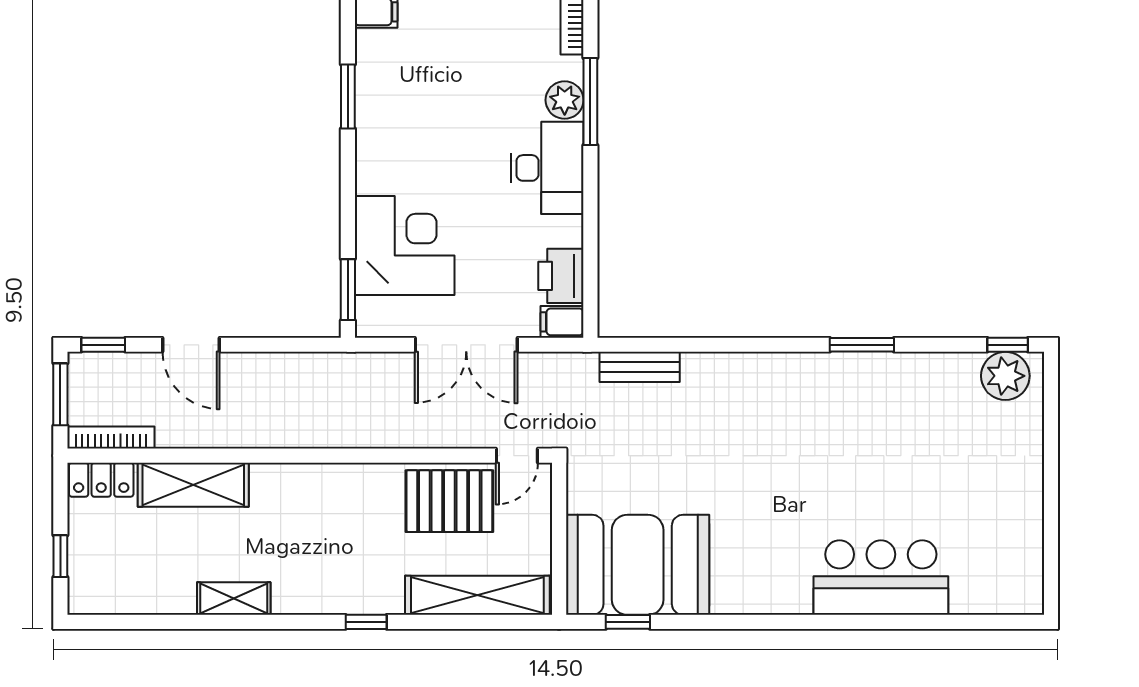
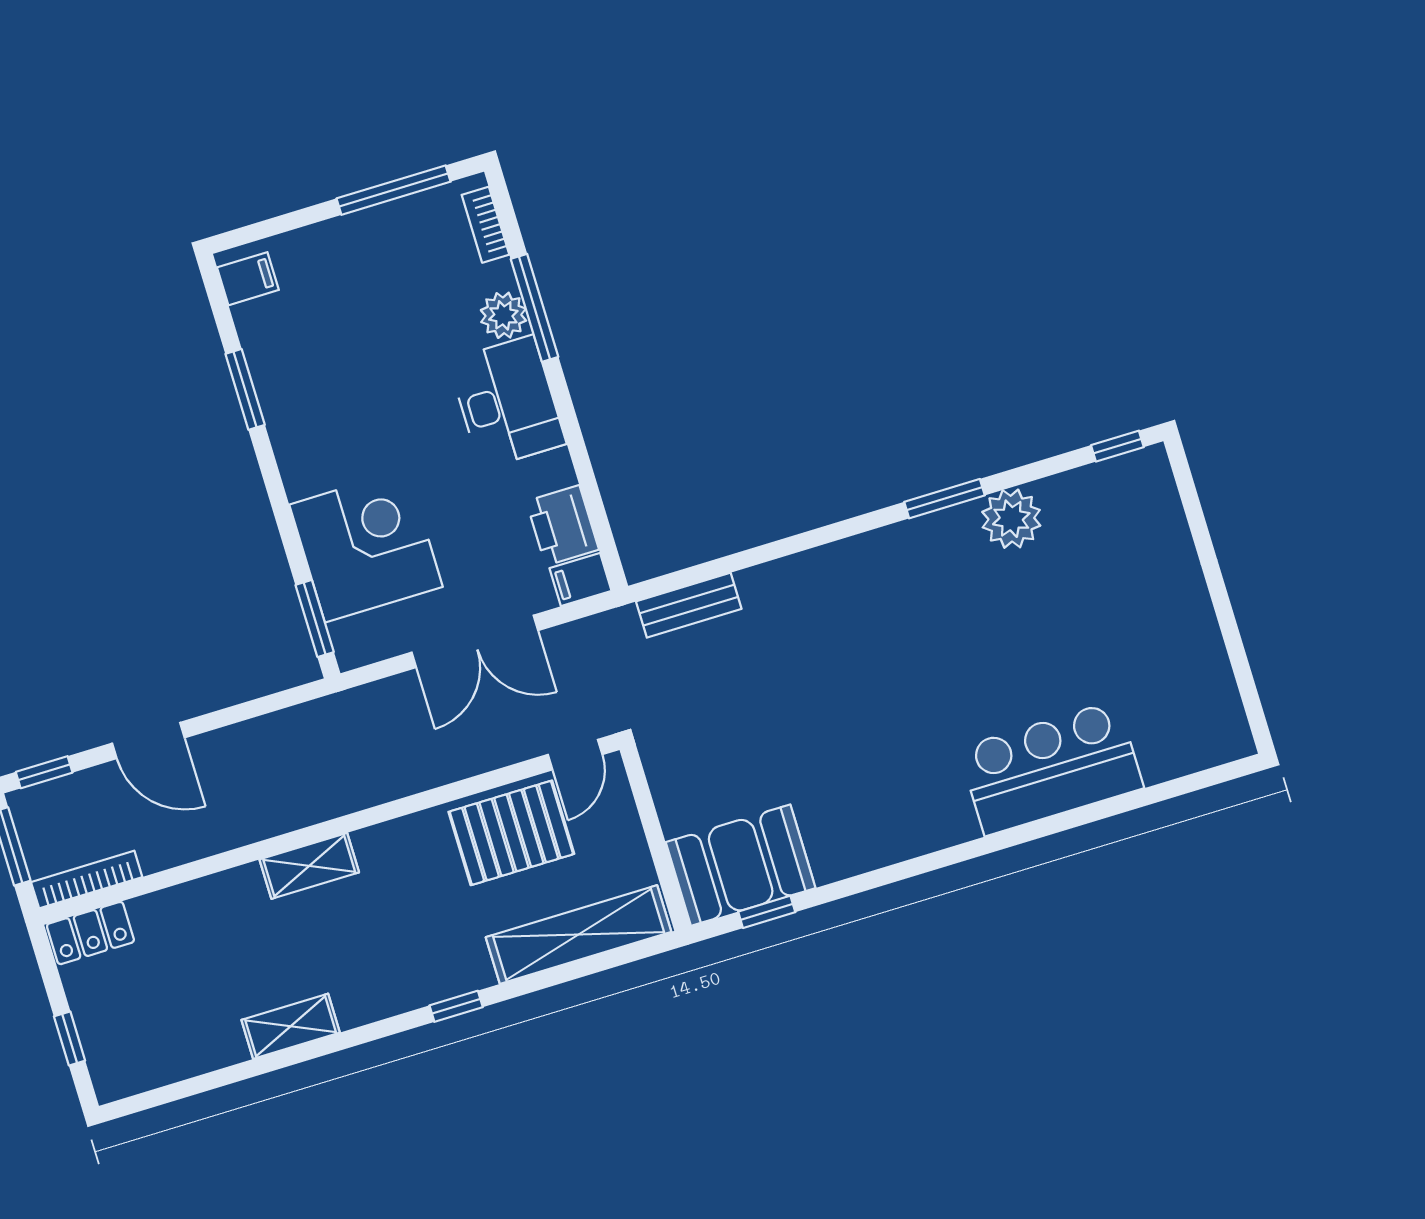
plant: (1005, 376) -> (1011, 519), moved
shelving: (193, 485) -> (309, 866), moved, width x0.67, depth x0.75
booth: (638, 565) -> (741, 865), width x0.73, depth x0.70

